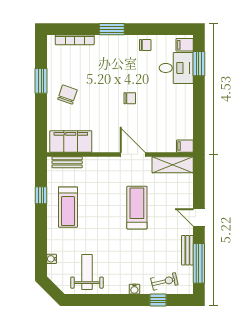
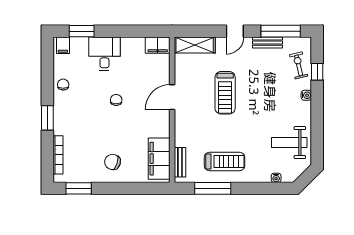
desk: (176, 68) -> (104, 54), moved
window: (41, 81) -> (79, 188), moved
filing cabinet: (185, 146) -> (158, 45), width x2.00
shelving: (173, 165) -> (195, 45), moved, turned 90
window: (41, 195) -> (213, 188), width x2.17
treadmill: (137, 208) -> (225, 93), turned -90

